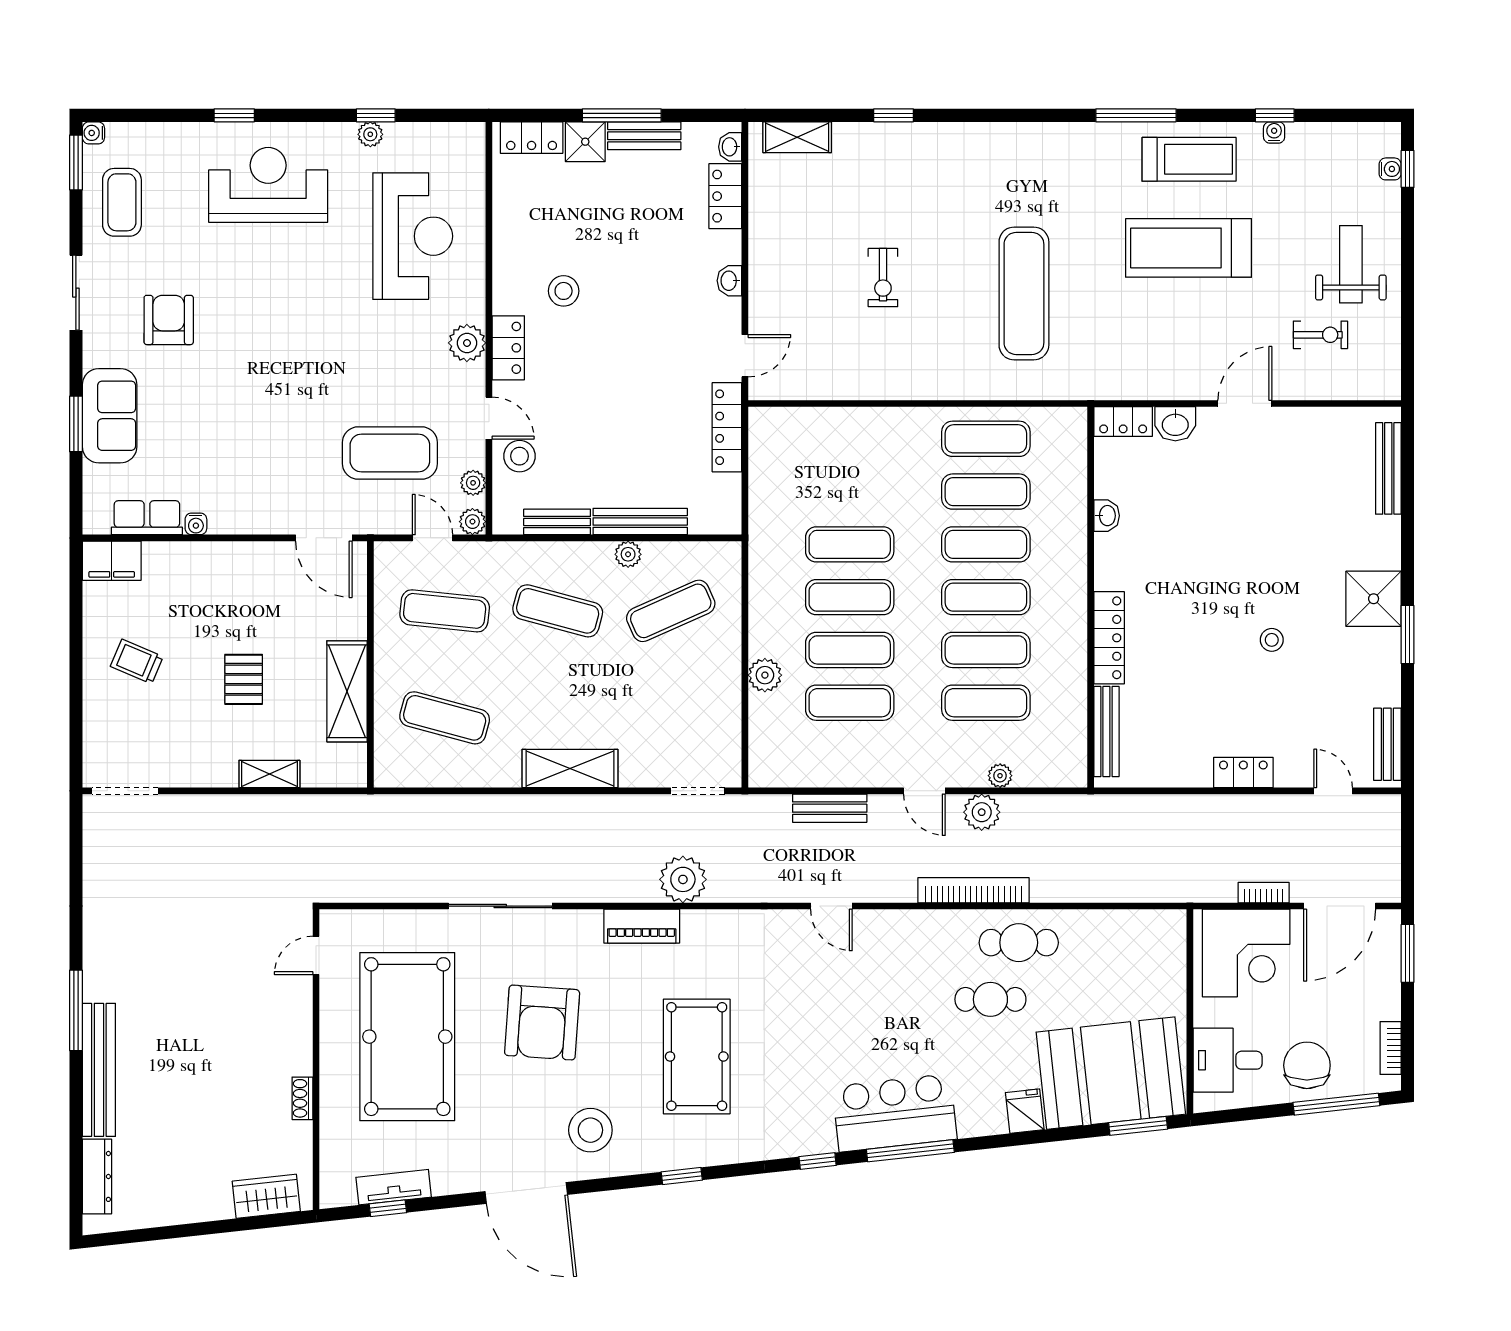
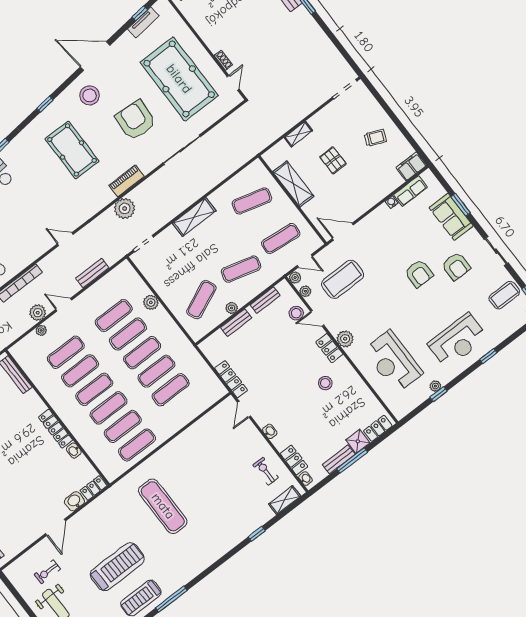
coffee table: (122, 202) -> (504, 295), turned 90
exercise bike: (883, 278) -> (266, 471), moved
armchair: (245, 358) -> (419, 274), added
exercise mat: (850, 492) -> (171, 390), added
bench: (640, 522) -> (236, 323), width x0.73
locker: (1109, 638) -> (56, 429), moved
shoe rack: (302, 1098) -> (223, 60), moved

